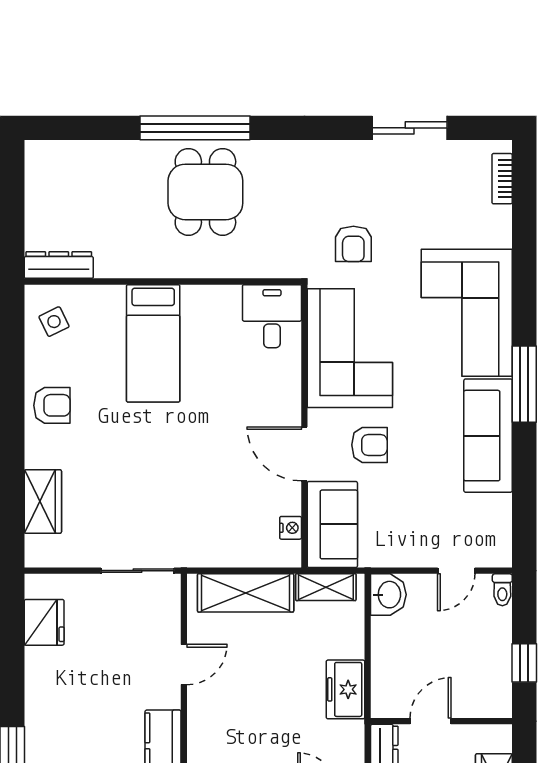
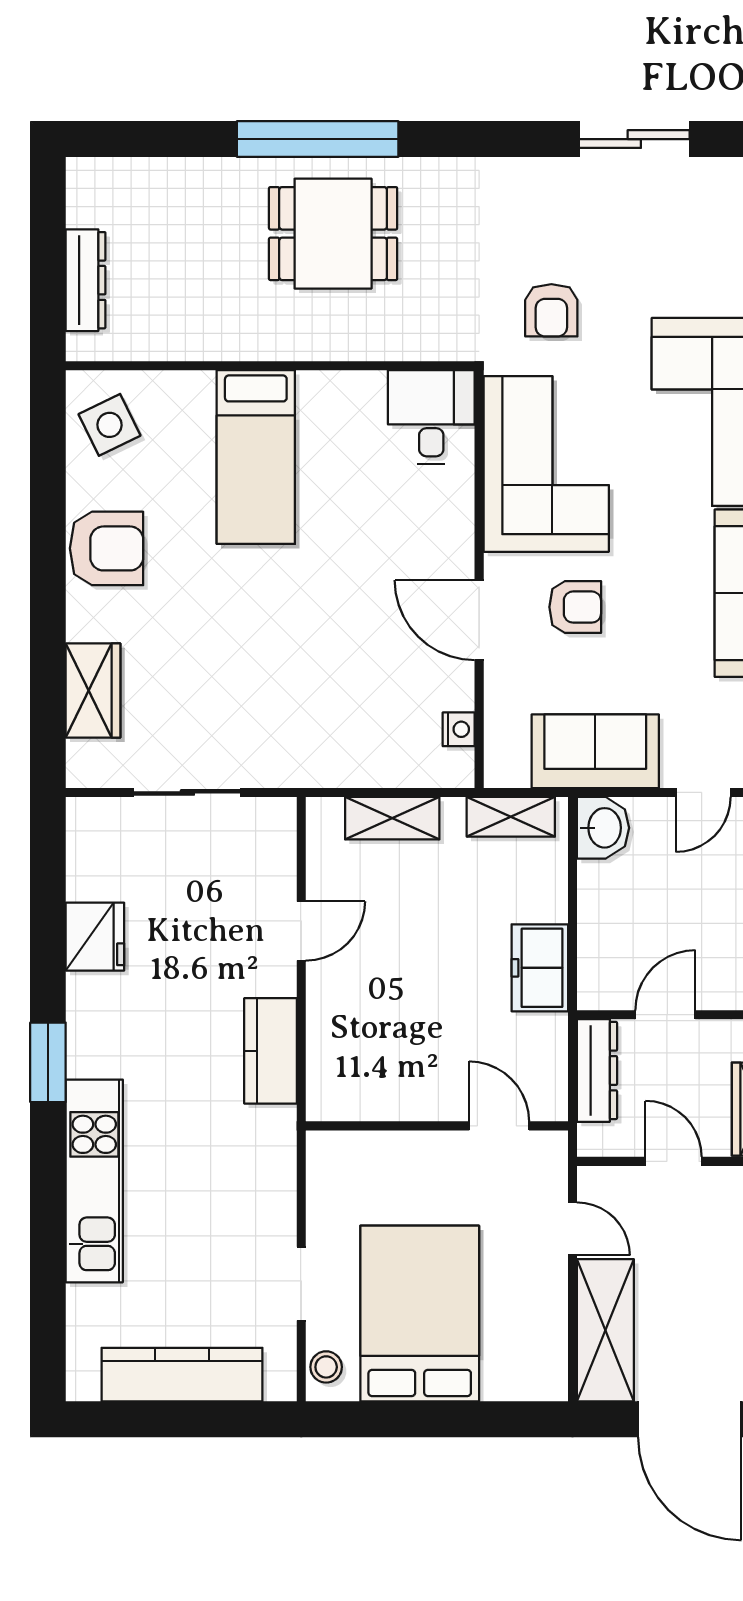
dining table: (205, 192) -> (333, 234), turned 90
dresser: (59, 265) -> (86, 280), moved, turned 90
side table: (54, 322) -> (110, 425), width x1.37, depth x1.37
armchair: (52, 405) -> (106, 548), width x1.38, depth x1.38
sofa: (332, 524) -> (595, 751), moved, turned -90
sliding door: (138, 571) -> (187, 792), moved
shelving: (246, 593) -> (392, 818), width x0.67, depth x0.75
fridge: (44, 622) -> (95, 937), moved

